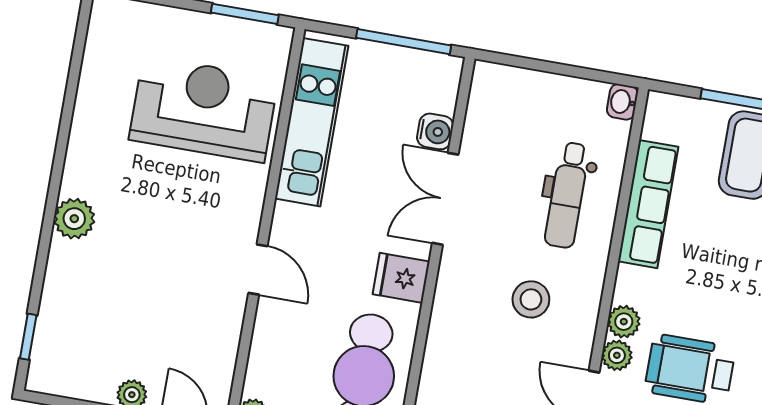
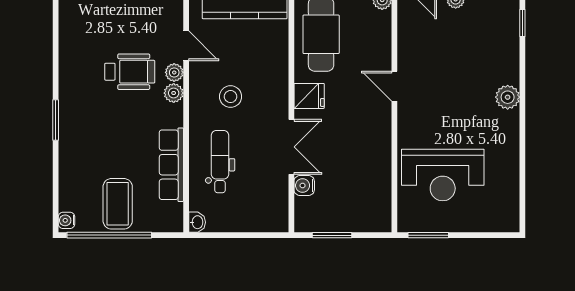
window: (404, 42) -> (332, 235), width x0.69
kitchen unit: (312, 122) -> (378, 178), removed

